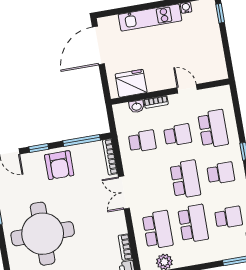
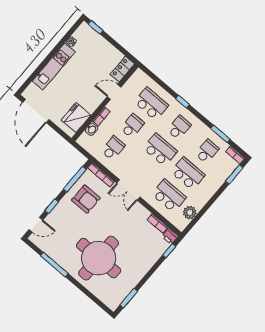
locker: (213, 74) -> (122, 69), added
armchair: (59, 165) -> (86, 199), moved

